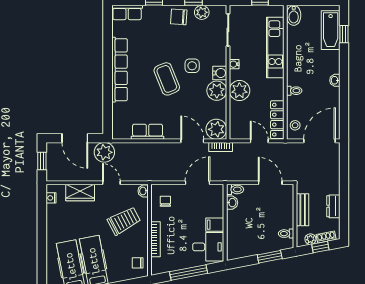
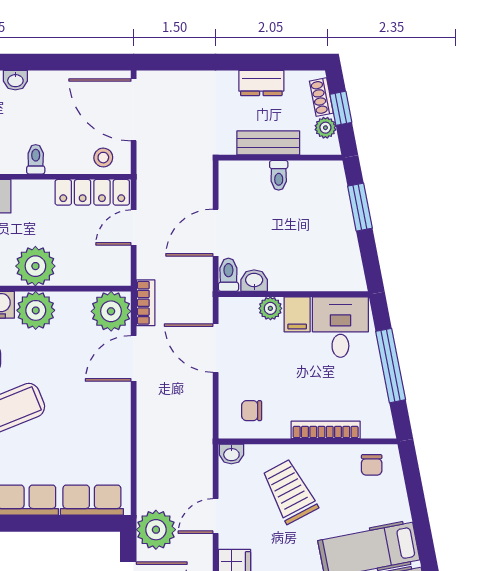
row of seats: (148, 132) -> (92, 500), moved, turned 90
door: (270, 183) -> (216, 233), moved
plant: (218, 211) -> (270, 308), added
toilet: (286, 234) -> (279, 175), moved

